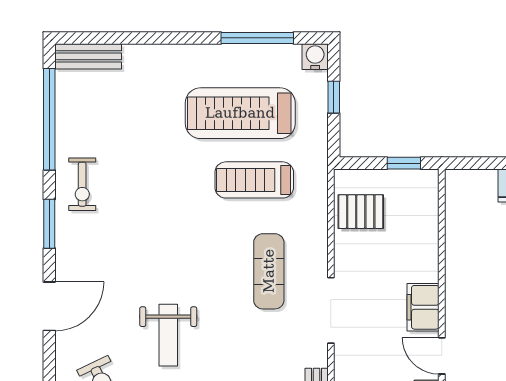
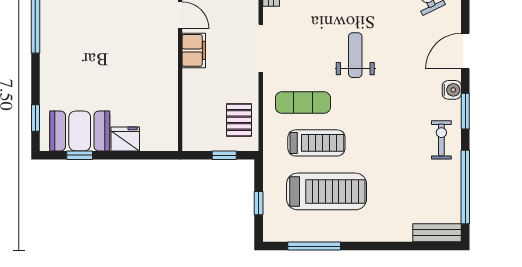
water cooler: (315, 57) -> (452, 90), moved, turned -90
window: (404, 163) -> (224, 155), moved
pallet: (361, 212) -> (239, 120), turned 90
exercise mat: (269, 271) -> (303, 103), moved, turned 90
weight bench: (168, 335) -> (355, 55), moved

